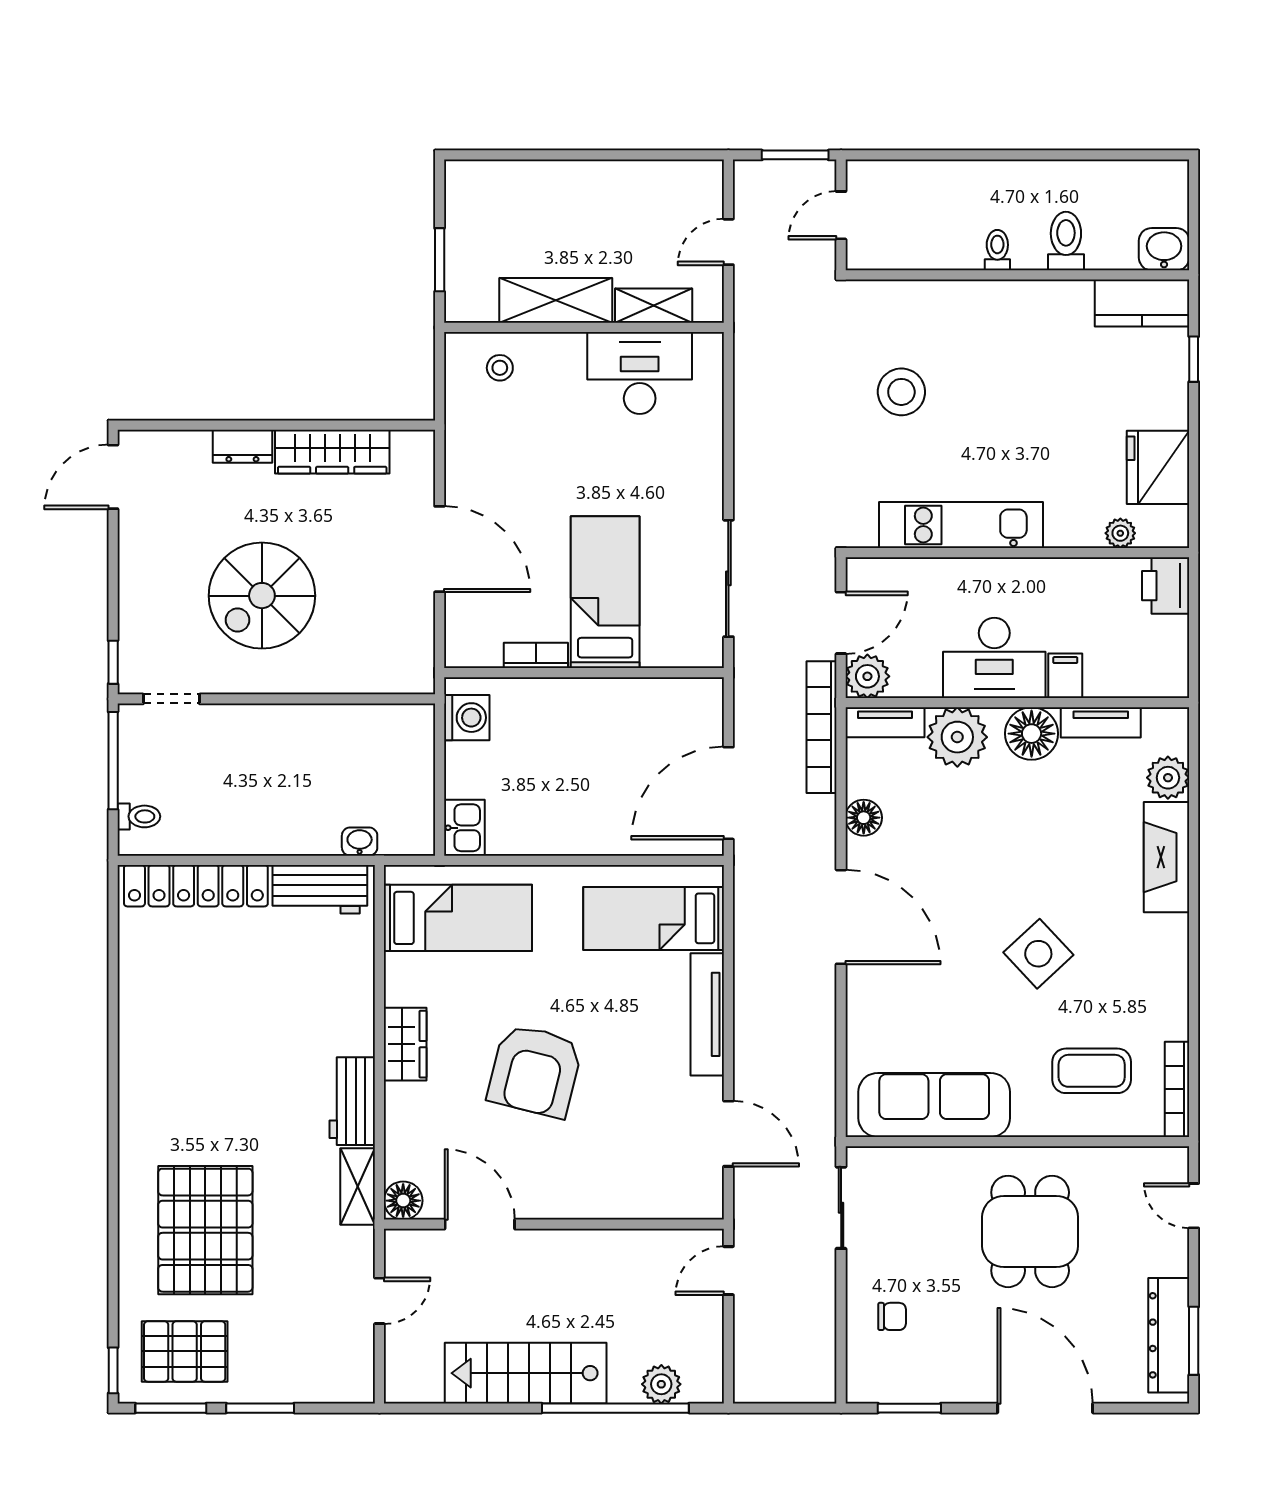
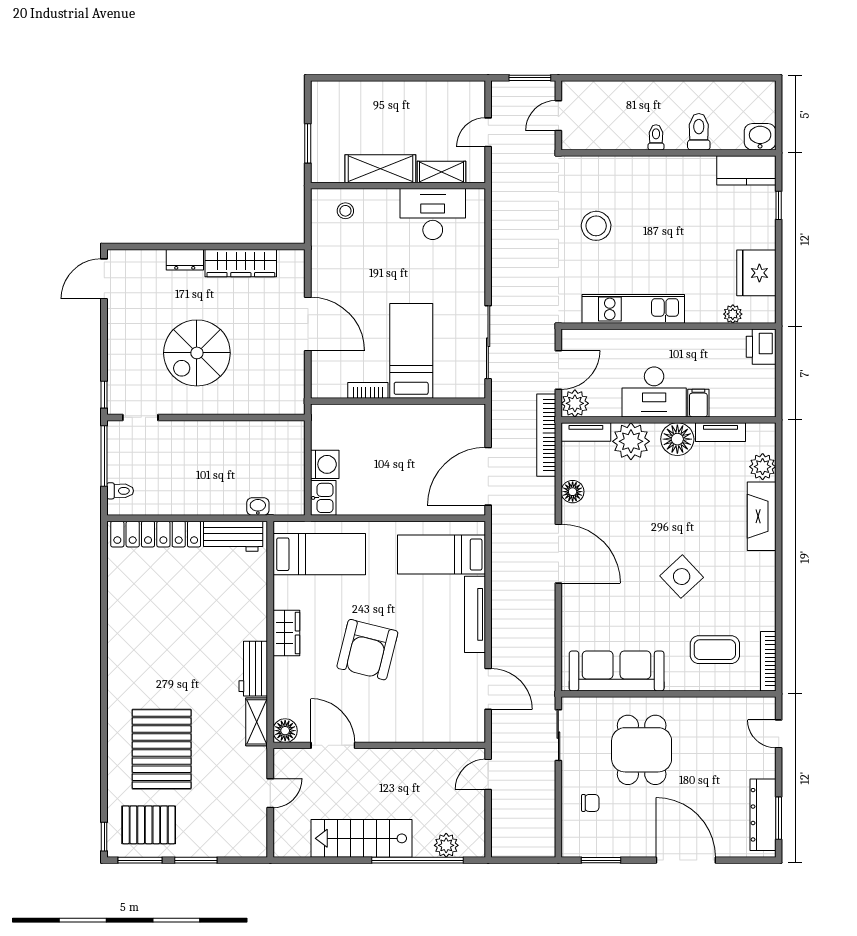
washing machine: (467, 718) -> (325, 464), moved
dining table: (1030, 1231) -> (642, 750), moved

